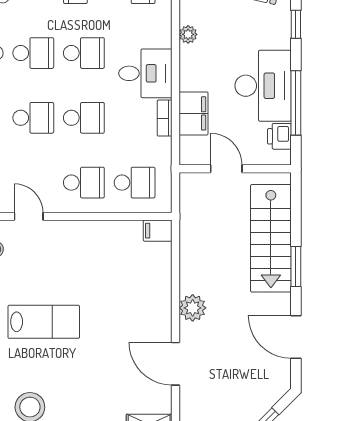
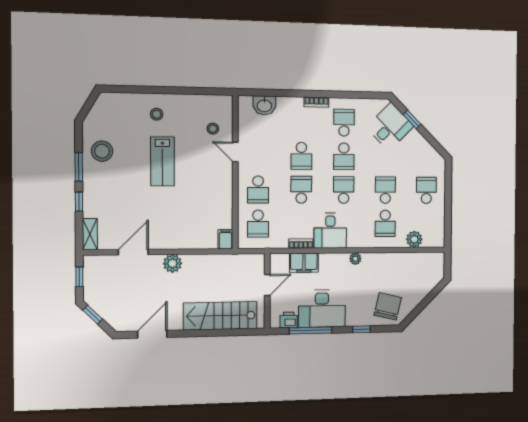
school desk: (84, 53) -> (344, 190), turned 180
school desk: (84, 118) -> (301, 190), turned 180
door: (29, 216) -> (235, 152), swing flipped
window: (296, 267) -> (201, 333), removed

